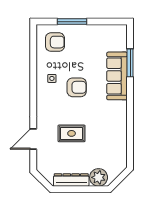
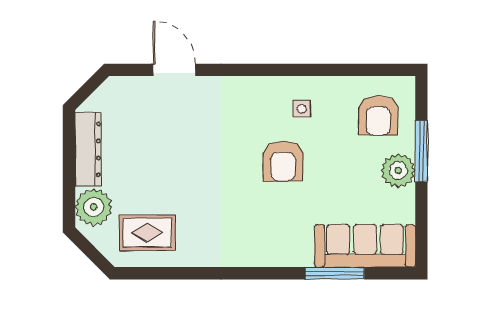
plant: (81, 33) -> (398, 171), added
sofa: (117, 76) -> (365, 246), moved
rug: (72, 133) -> (147, 233), moved, turned 90

